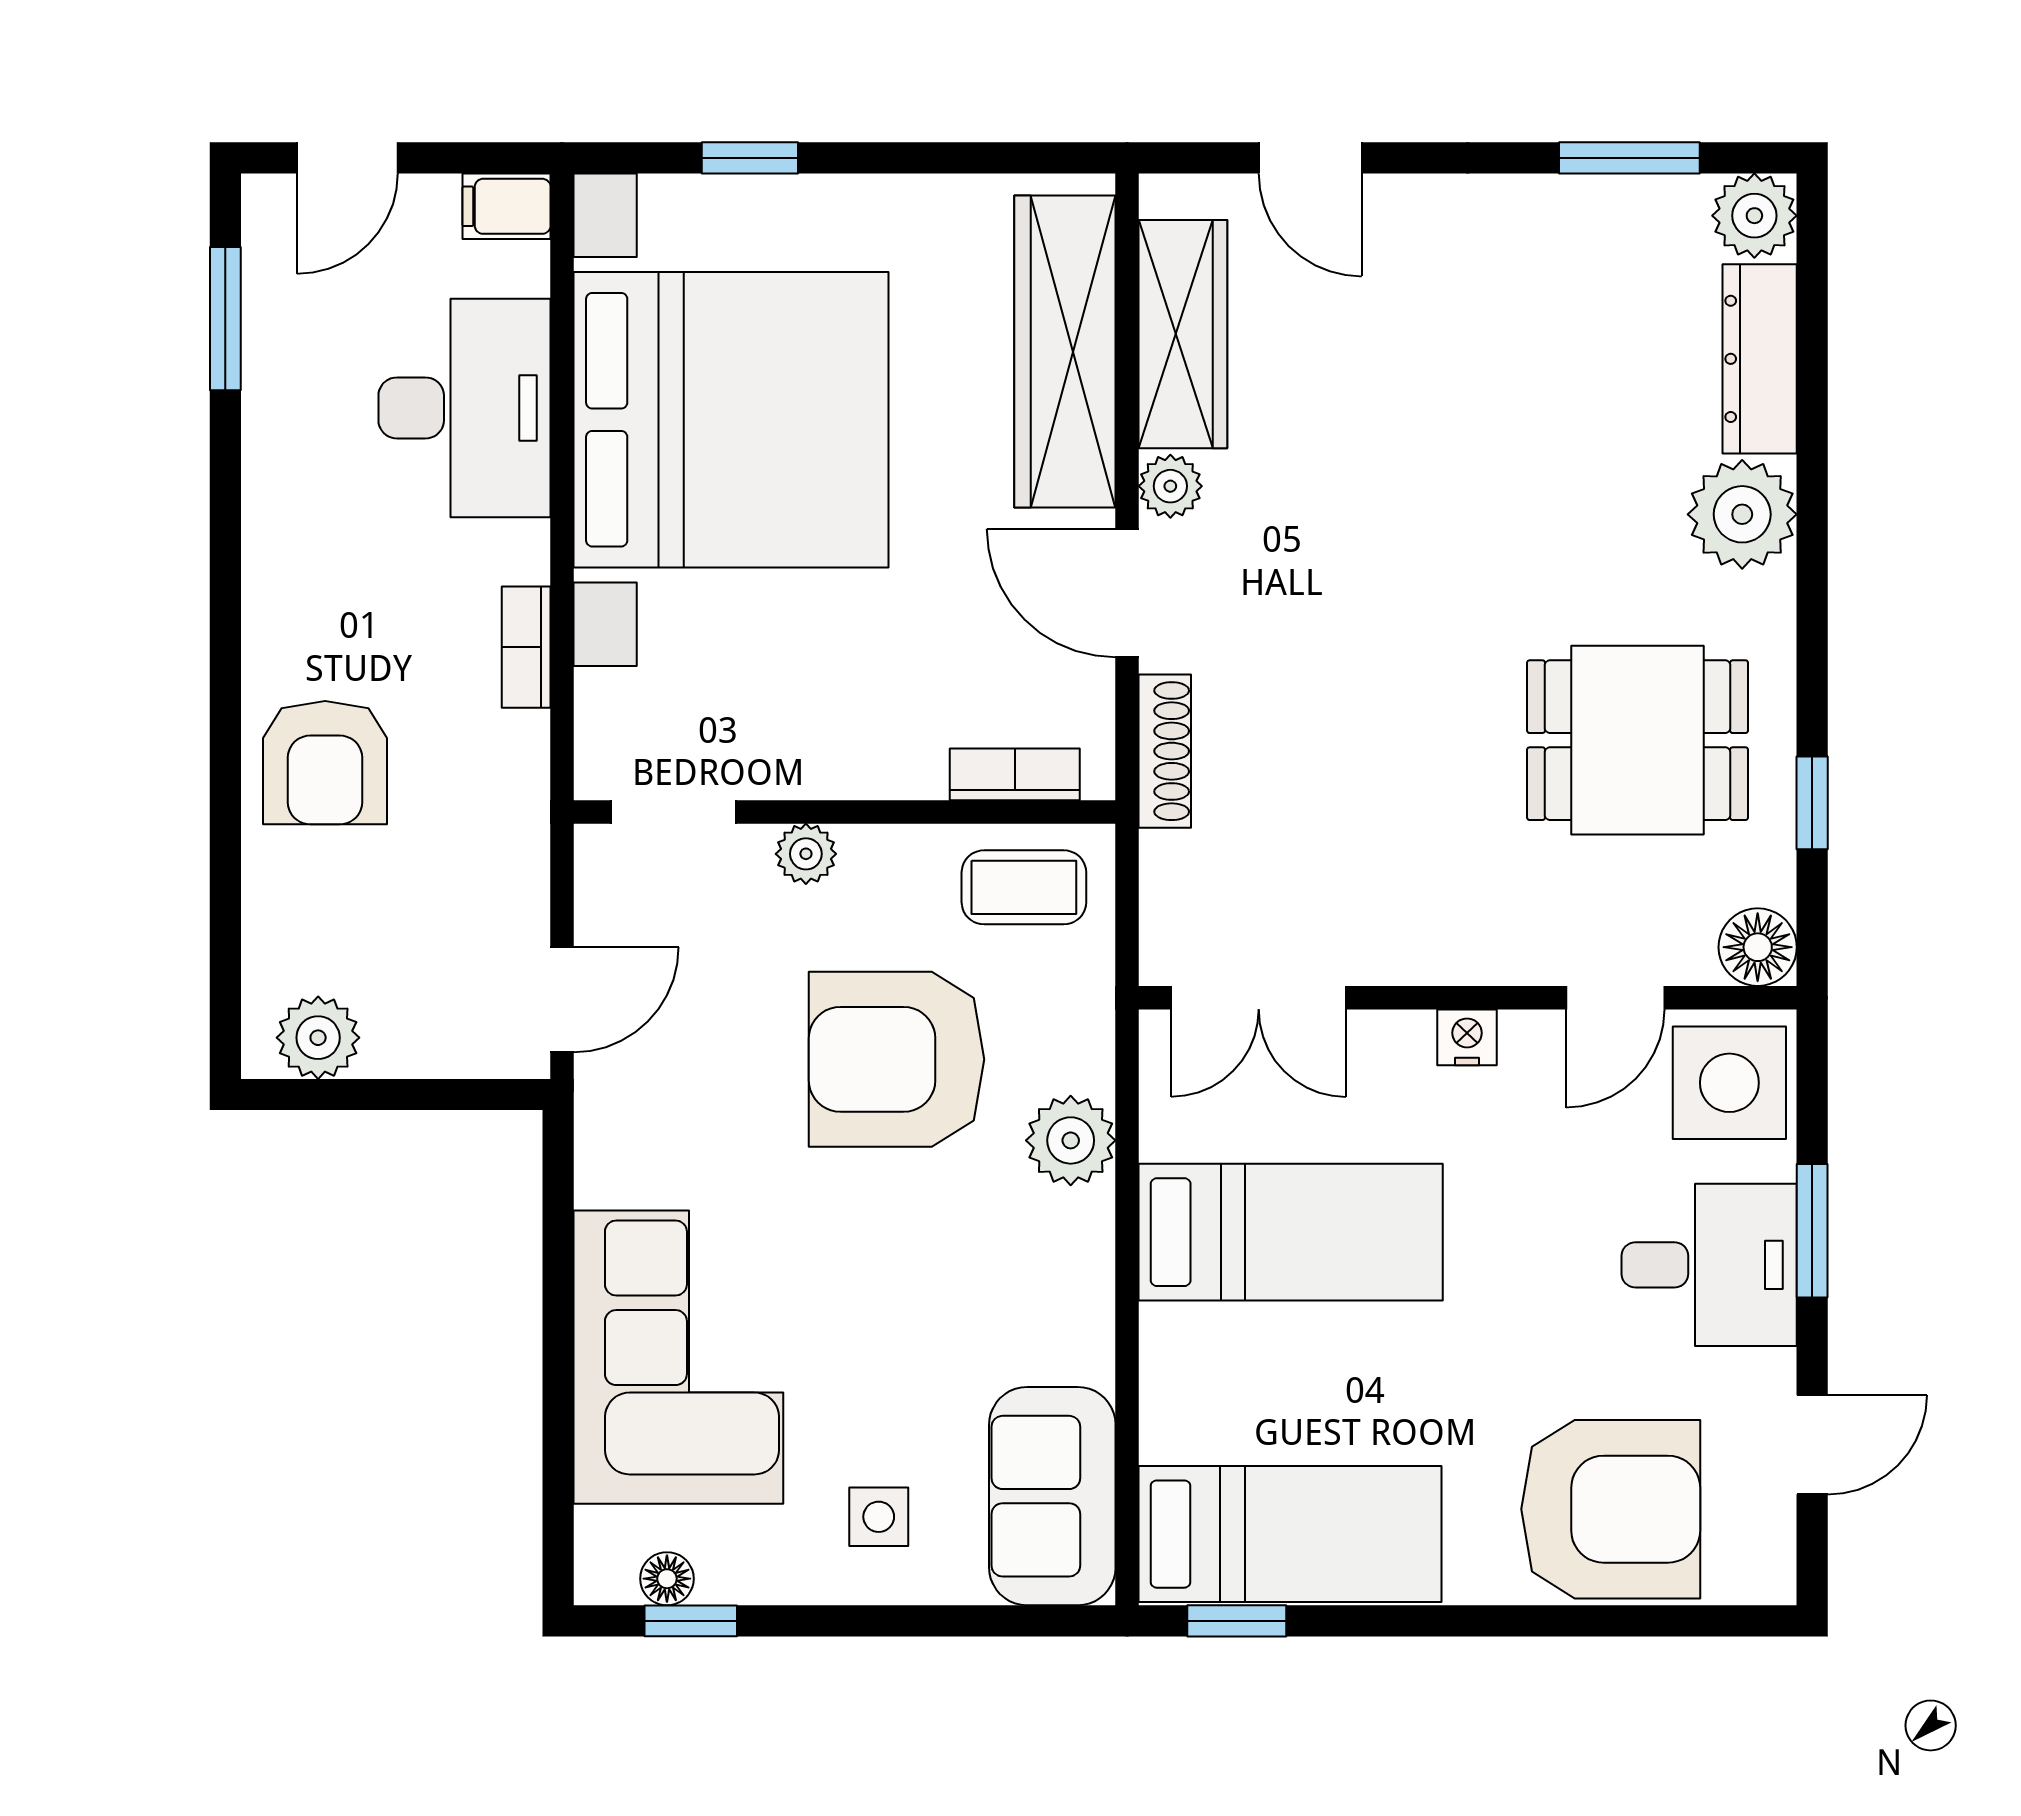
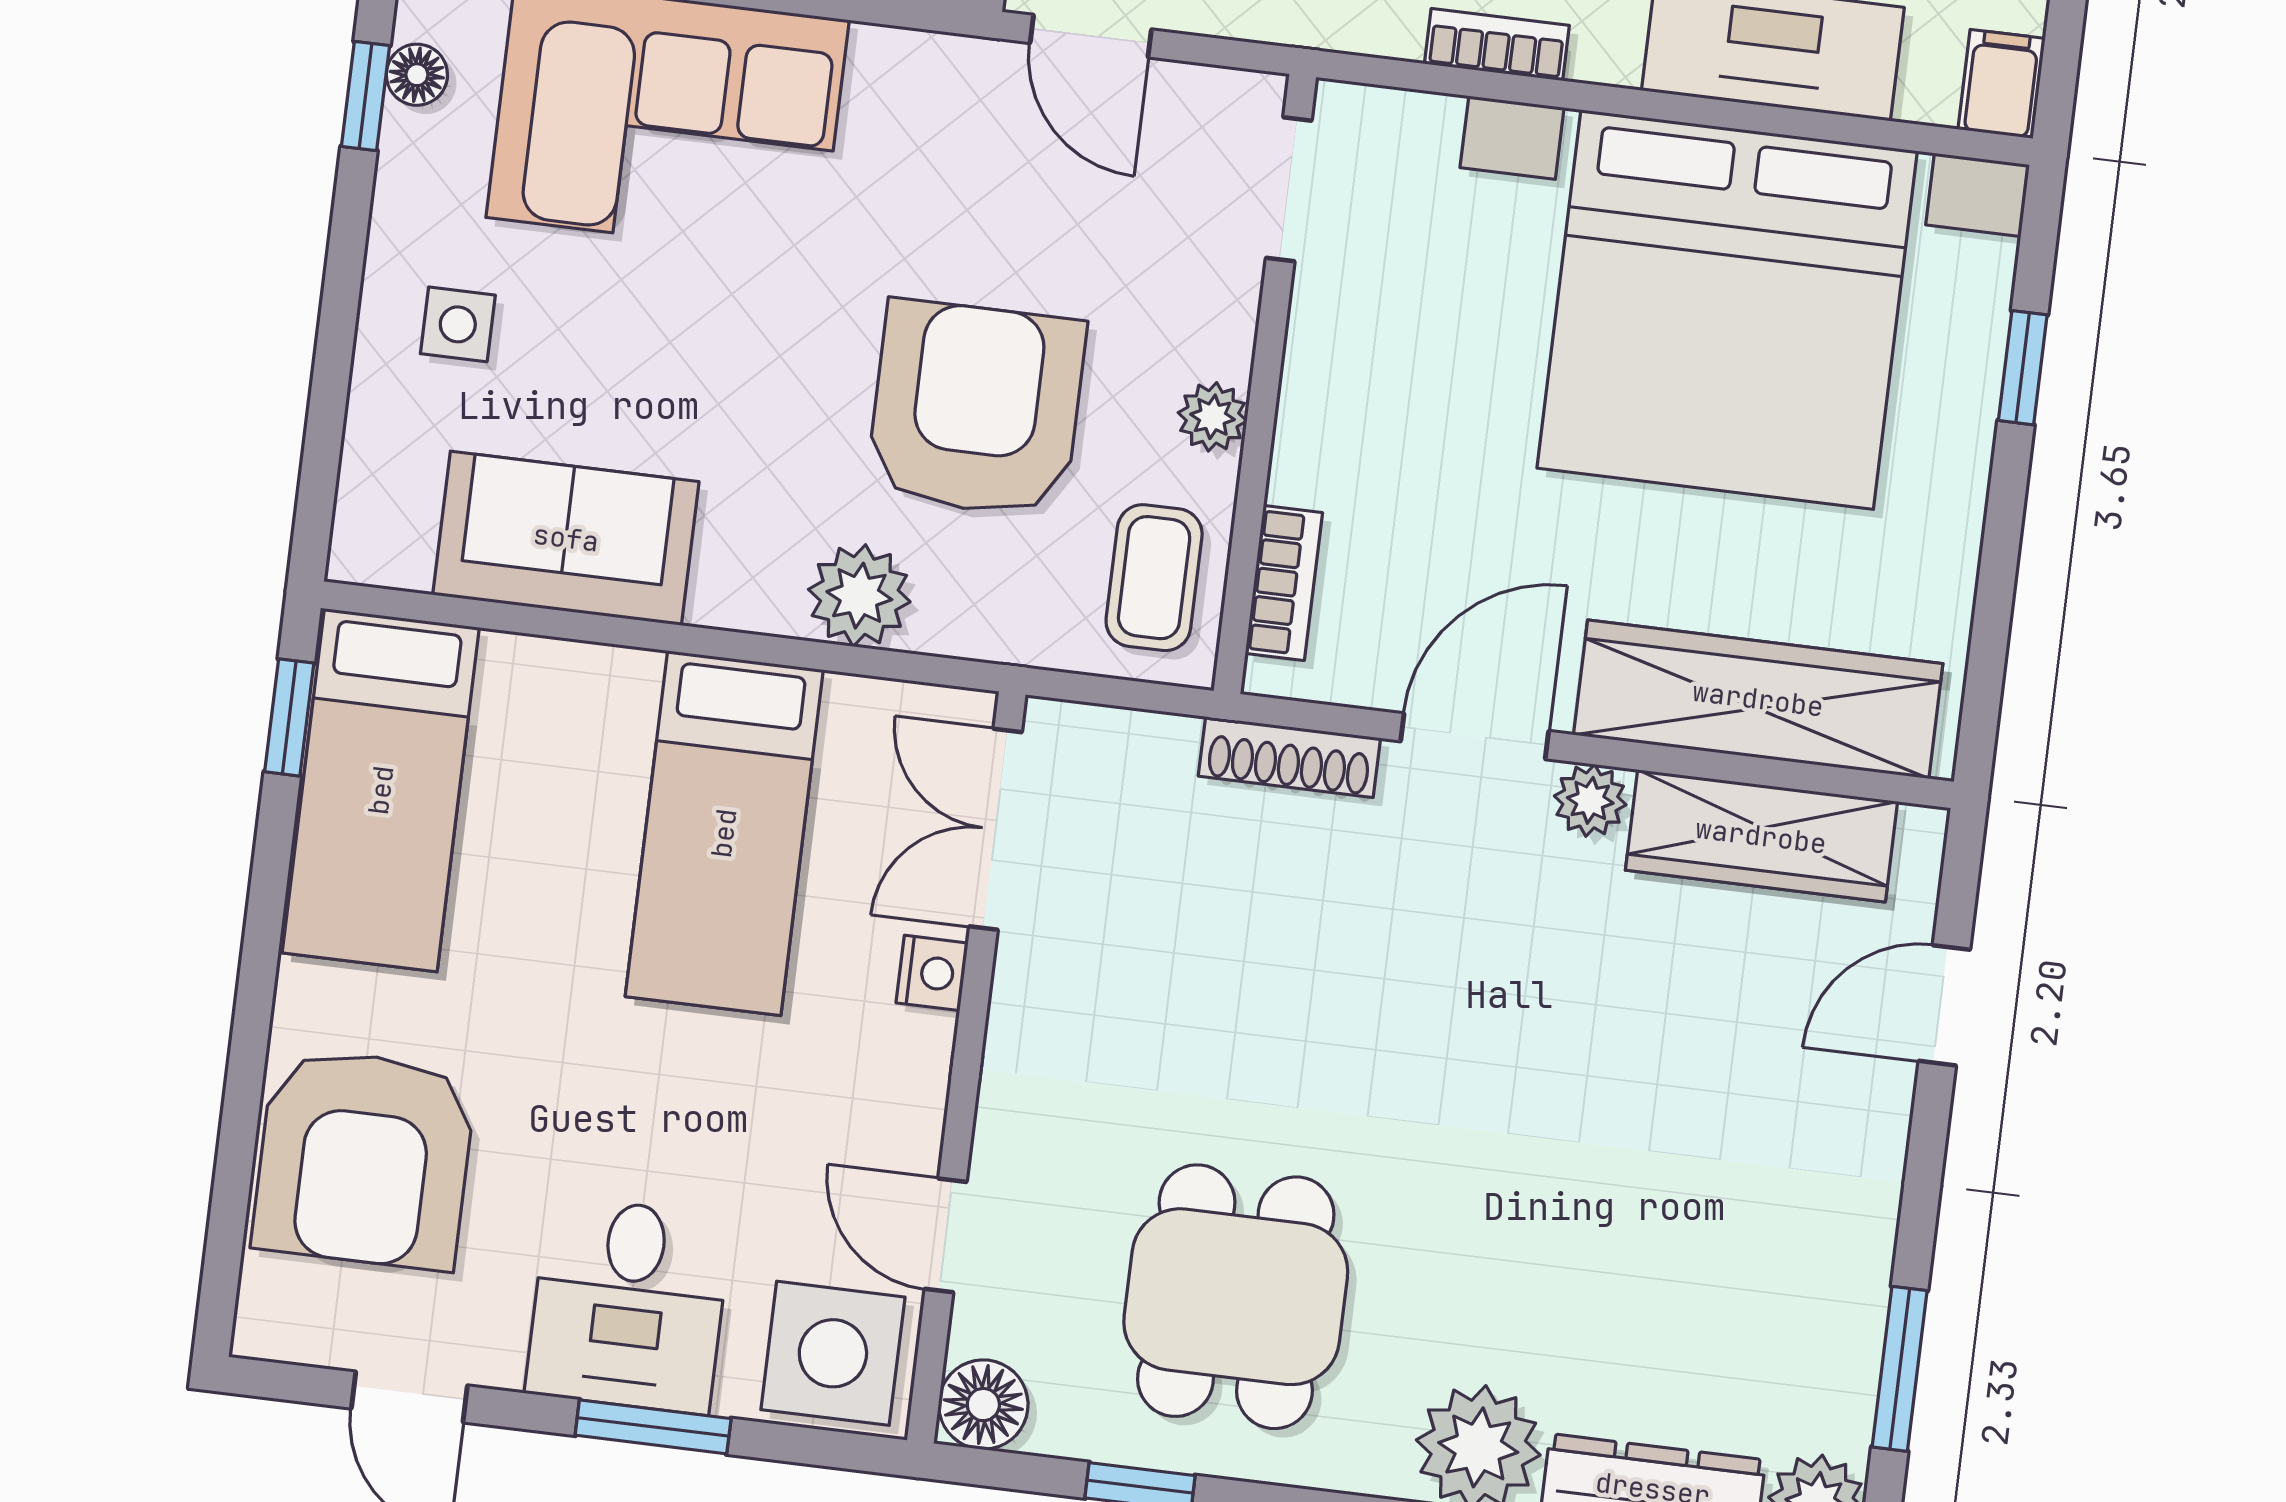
plant: (806, 854) -> (1212, 417), moved
nightstand: (1467, 1037) -> (932, 973), moved
sofa: (1052, 1496) -> (566, 538), moved

